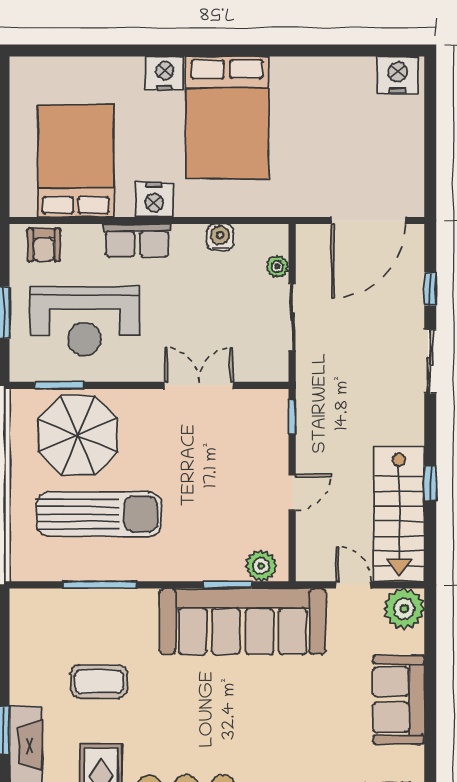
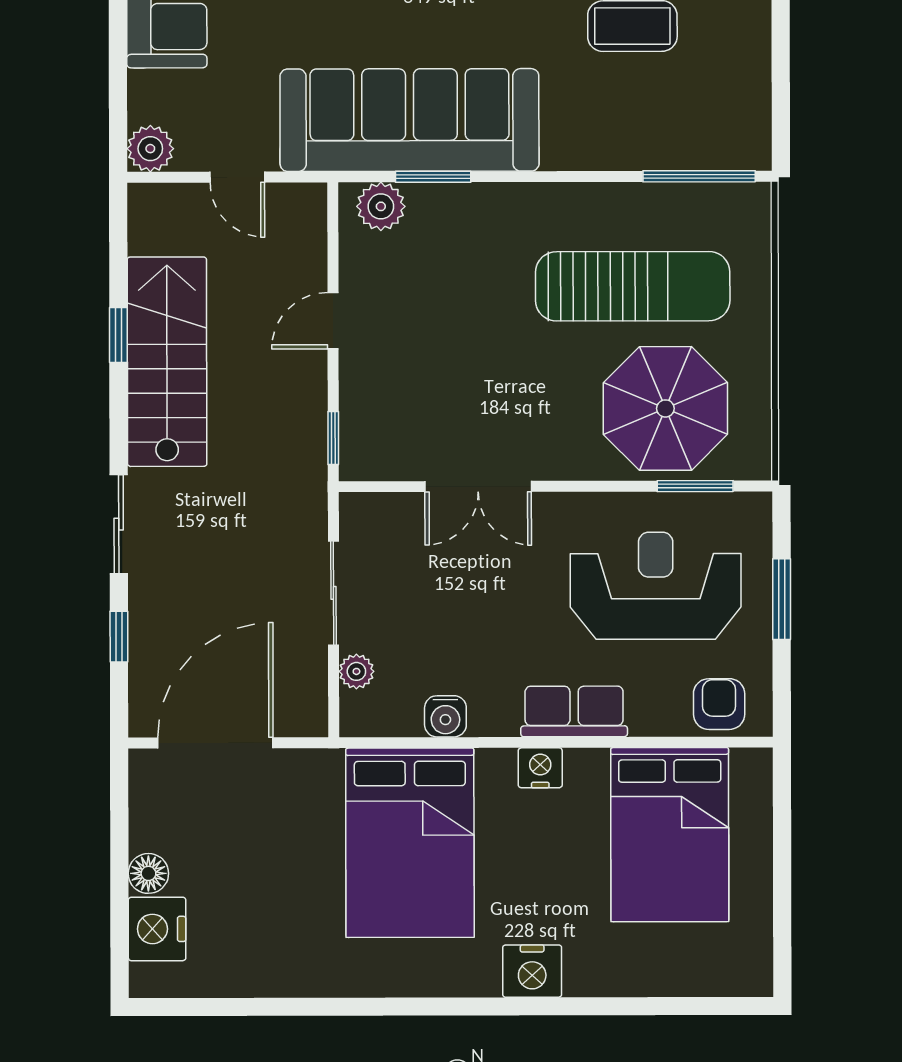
nightstand: (398, 75) -> (157, 929), moved, turned 90
bed: (227, 117) -> (410, 843), moved, turned 180
floor lamp: (412, 137) -> (148, 873), added
nightstand: (154, 200) -> (540, 768), width x0.74, depth x0.75
sun lounger: (99, 514) -> (633, 286), turned 180
stairs: (399, 514) -> (167, 362), moved
window: (100, 585) -> (699, 176), moved
plant: (404, 609) -> (150, 149), width x0.73, depth x0.73

